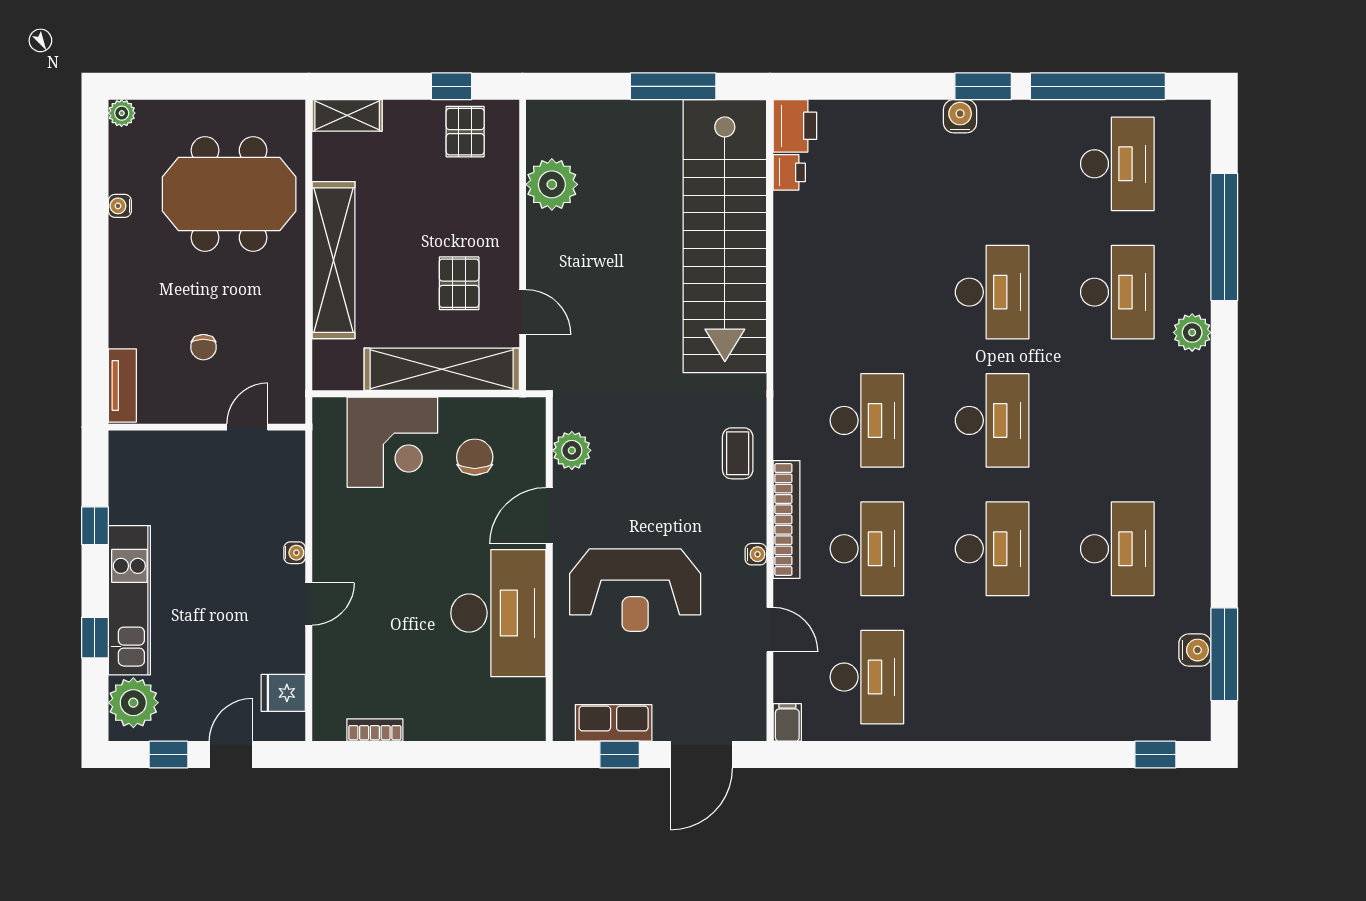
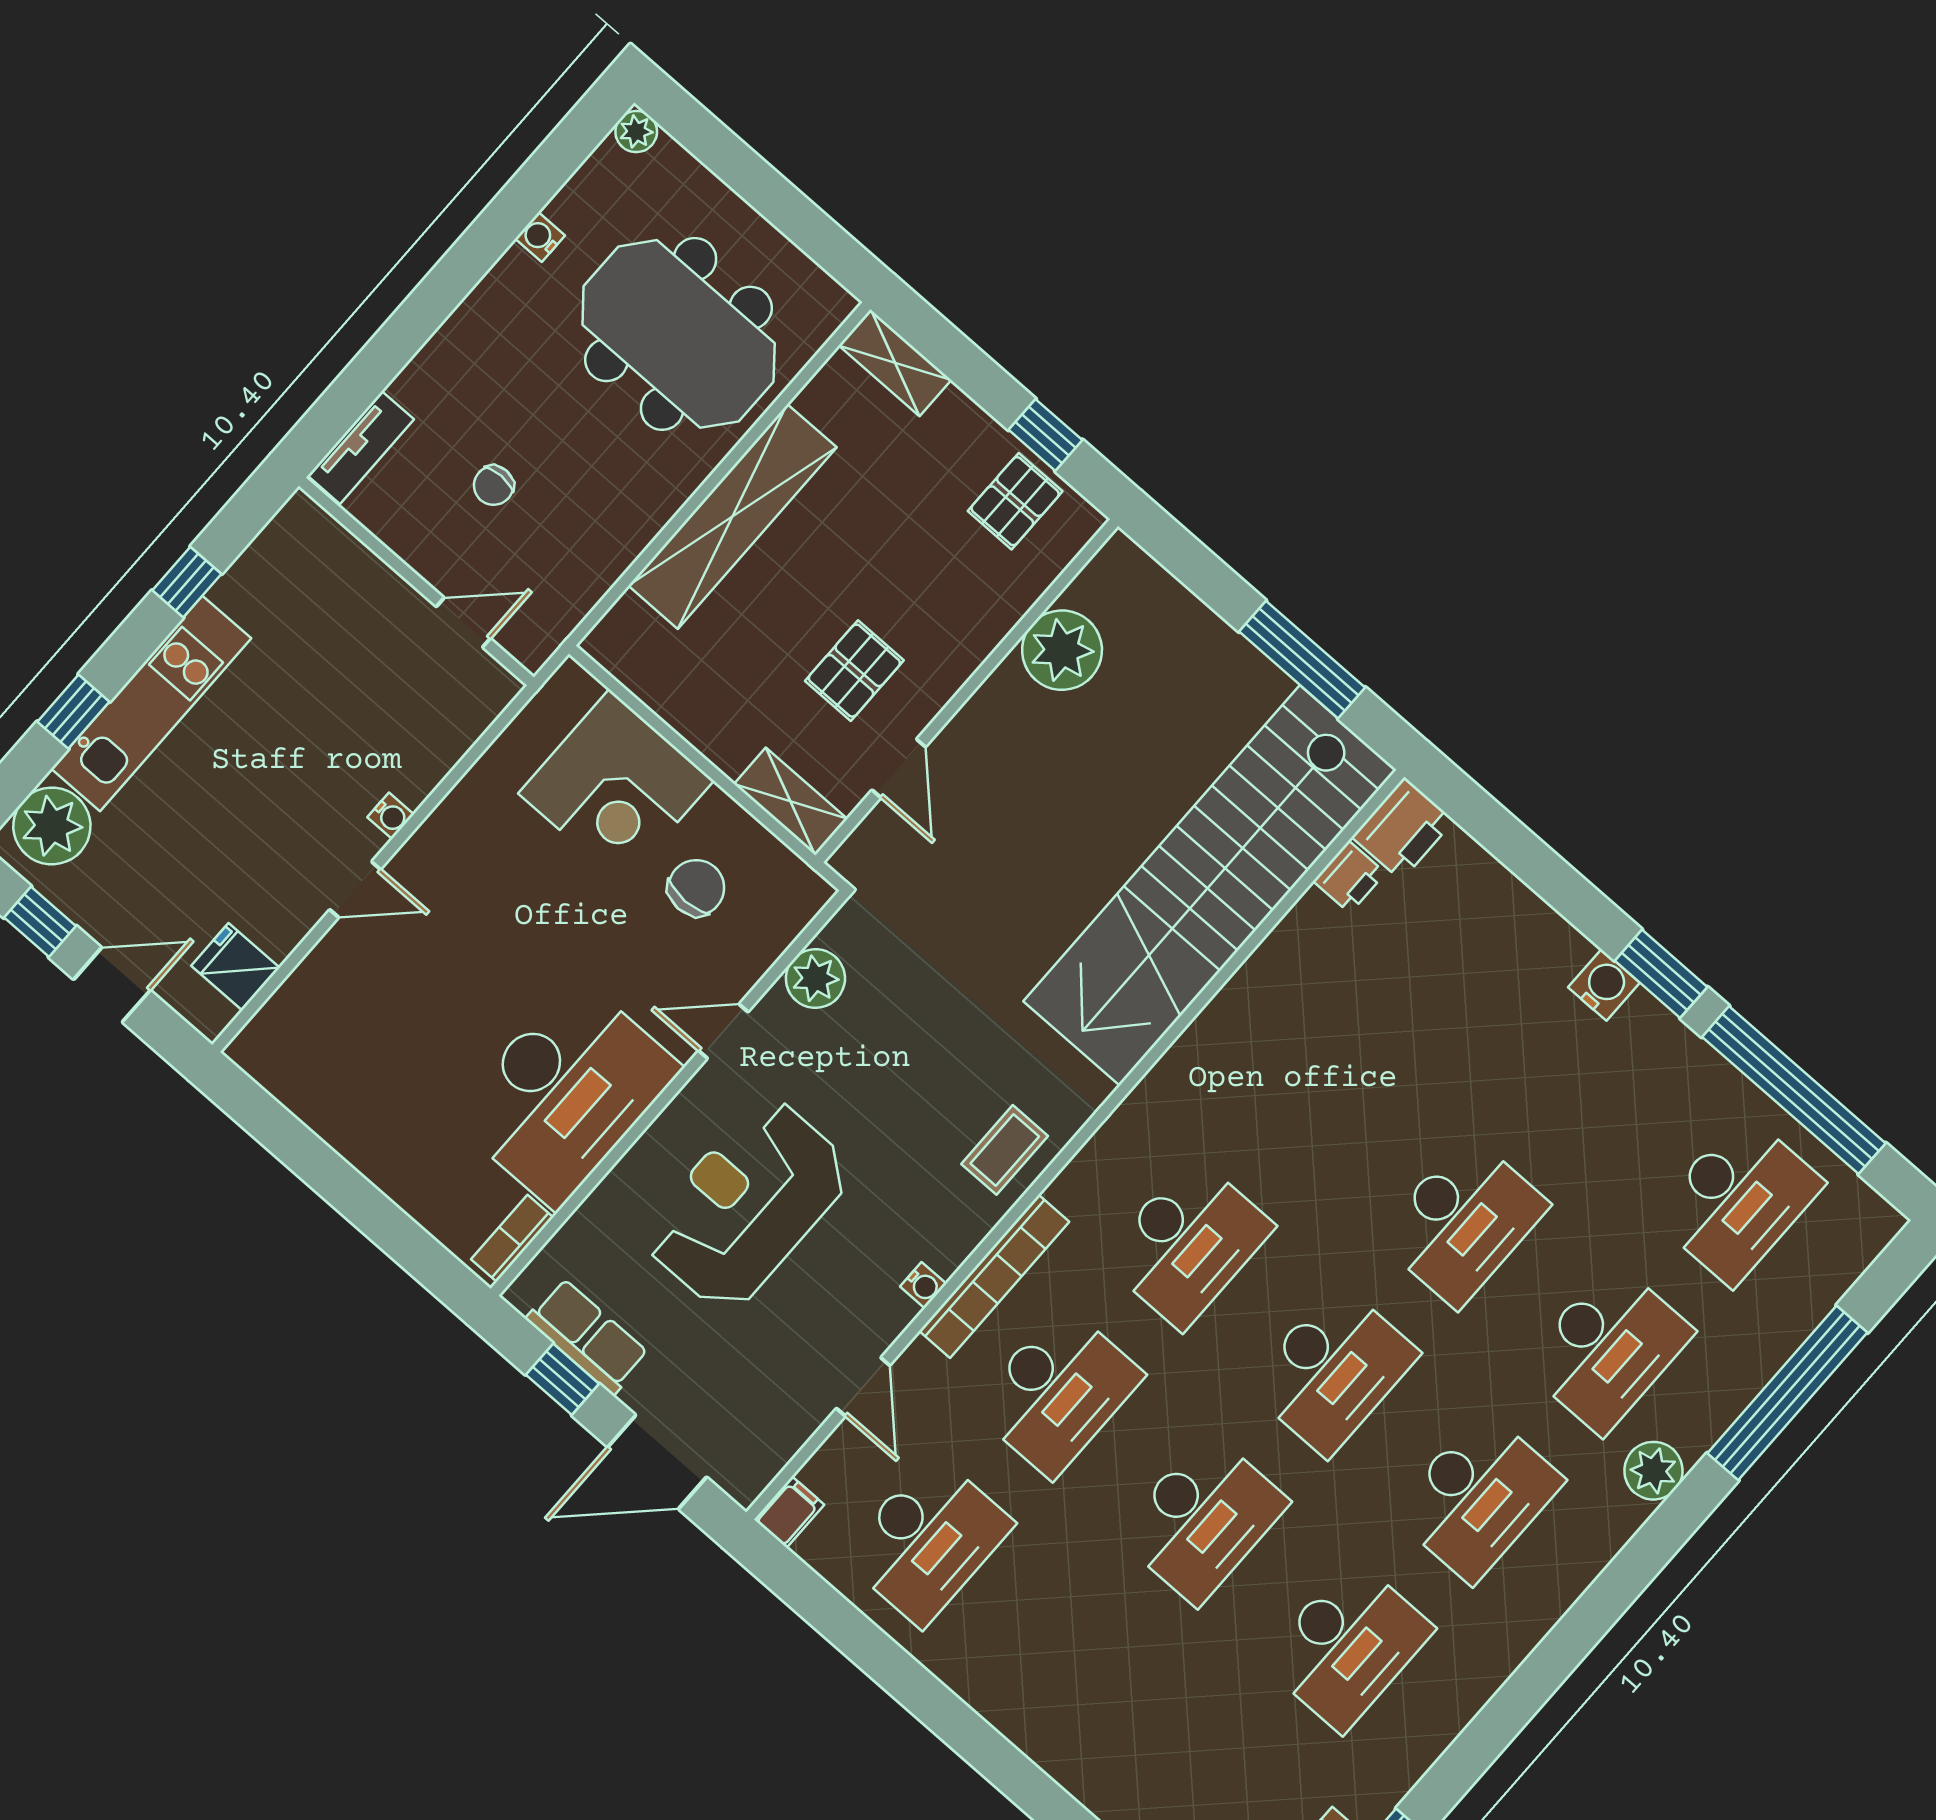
shelving: (442, 369) -> (791, 801), width x0.45, depth x0.75
desk: (1117, 420) -> (1478, 1497), added
door: (549, 516) -> (723, 1031), width x0.73
reception desk: (635, 590) -> (747, 1204), turned 90
bookcase: (375, 730) -> (512, 1238), moved, turned -90

